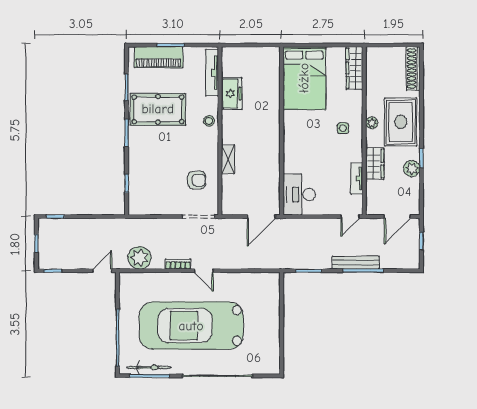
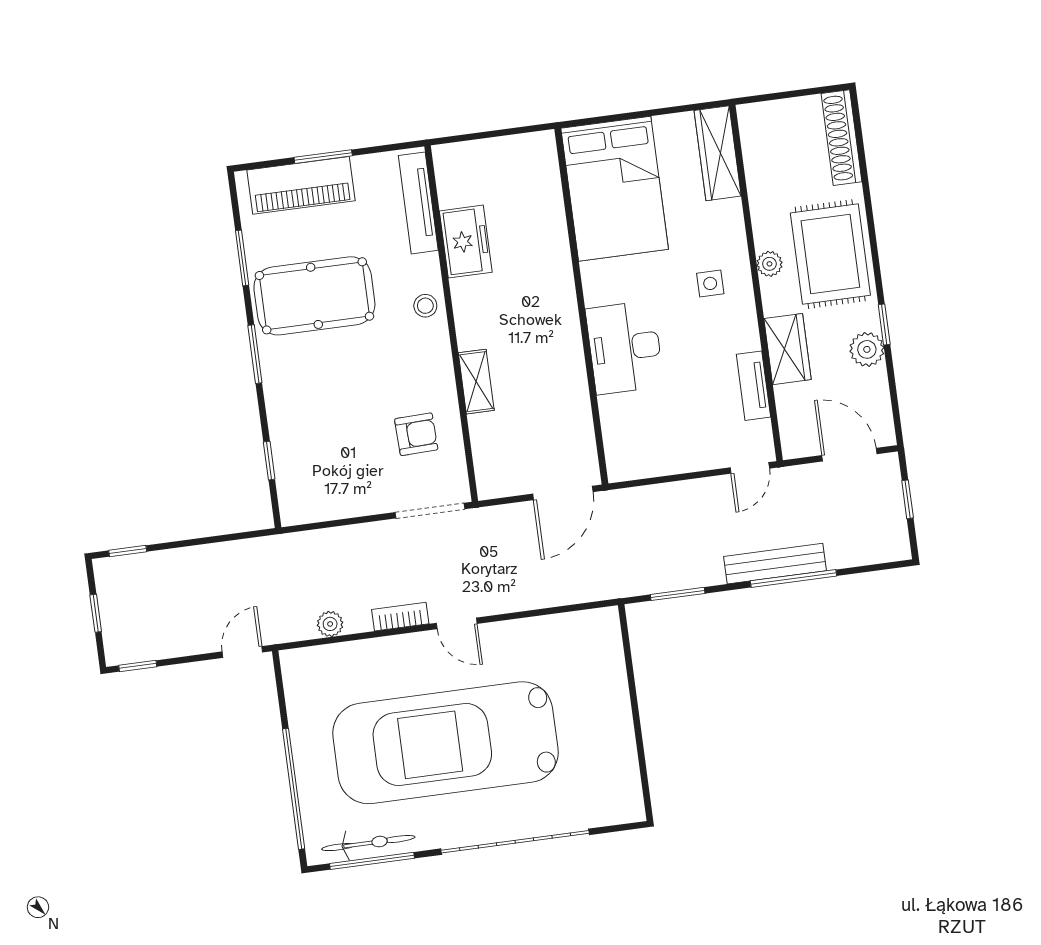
desk: (299, 195) -> (625, 348), moved
door: (397, 217) -> (849, 455), swing flipped
plant: (139, 258) -> (330, 624), width x0.53, depth x0.53

